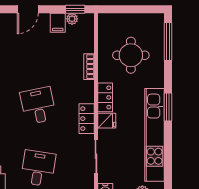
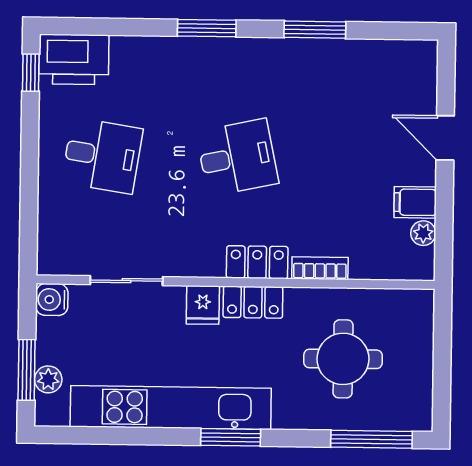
window: (75, 9) -> (444, 240), removed
locker: (87, 119) -> (257, 262), moved

